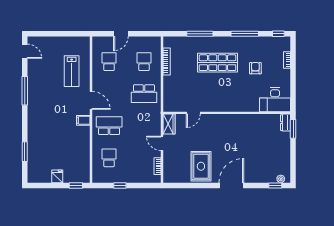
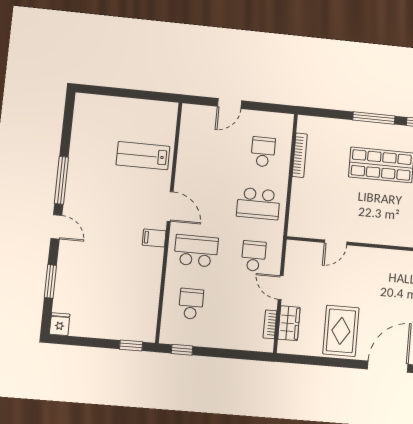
window: (200, 34) -> (374, 118), moved
door: (25, 51) -> (56, 227), moved
school desk: (109, 62) -> (254, 256), moved
lab bench: (72, 71) -> (143, 156), turned 90
wardrobe: (169, 124) -> (289, 323), moved
fridge: (57, 176) -> (60, 324), moved
window: (120, 186) -> (182, 350), moved

